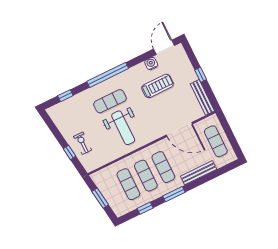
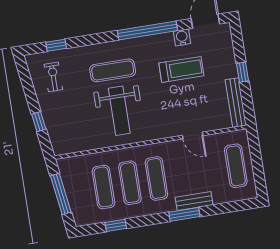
window: (108, 75) -> (147, 31), moved
door: (179, 130) -> (193, 136), width x0.53
exercise bike: (83, 143) -> (53, 77), moved
bench: (199, 173) -> (194, 201), width x0.73
window: (174, 194) -> (184, 214), moved
window: (100, 198) -> (61, 194), width x1.44

